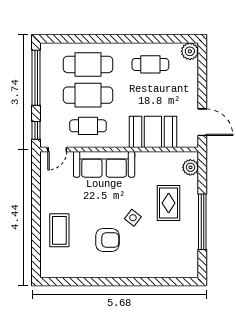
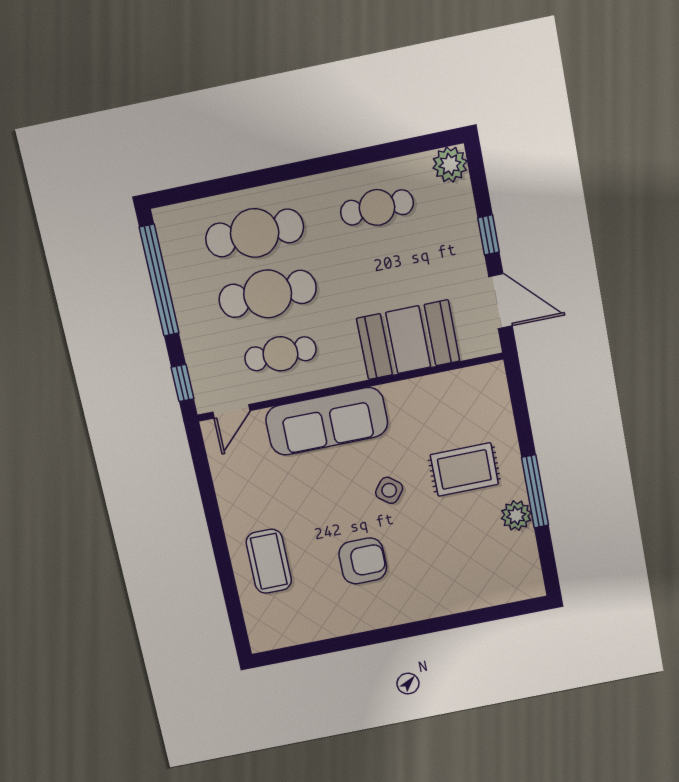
window: (202, 89) -> (488, 235), added
plant: (190, 167) -> (516, 516), moved
rug: (169, 203) -> (464, 469), turned 90
side table: (133, 218) -> (389, 490), moved
window: (202, 222) -> (535, 491), width x0.68

